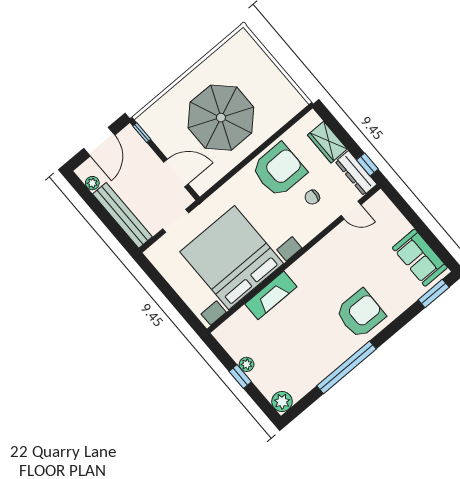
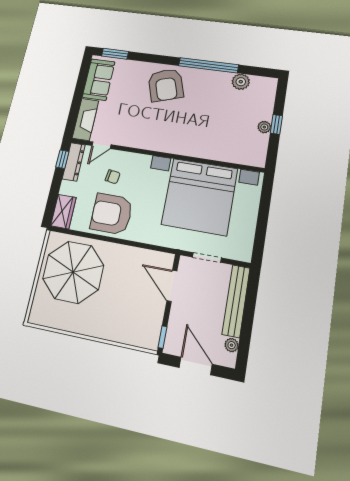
parasol: (221, 118) -> (73, 272), moved
door: (99, 142) -> (196, 366), hinge flipped
wardrobe: (327, 142) -> (63, 212), moved
door: (351, 210) -> (101, 145), swing flipped
fireplace: (271, 295) -> (85, 119), moved, turned 90
armchair: (360, 314) -> (166, 85), turned -109
plant: (282, 402) -> (241, 82), moved

